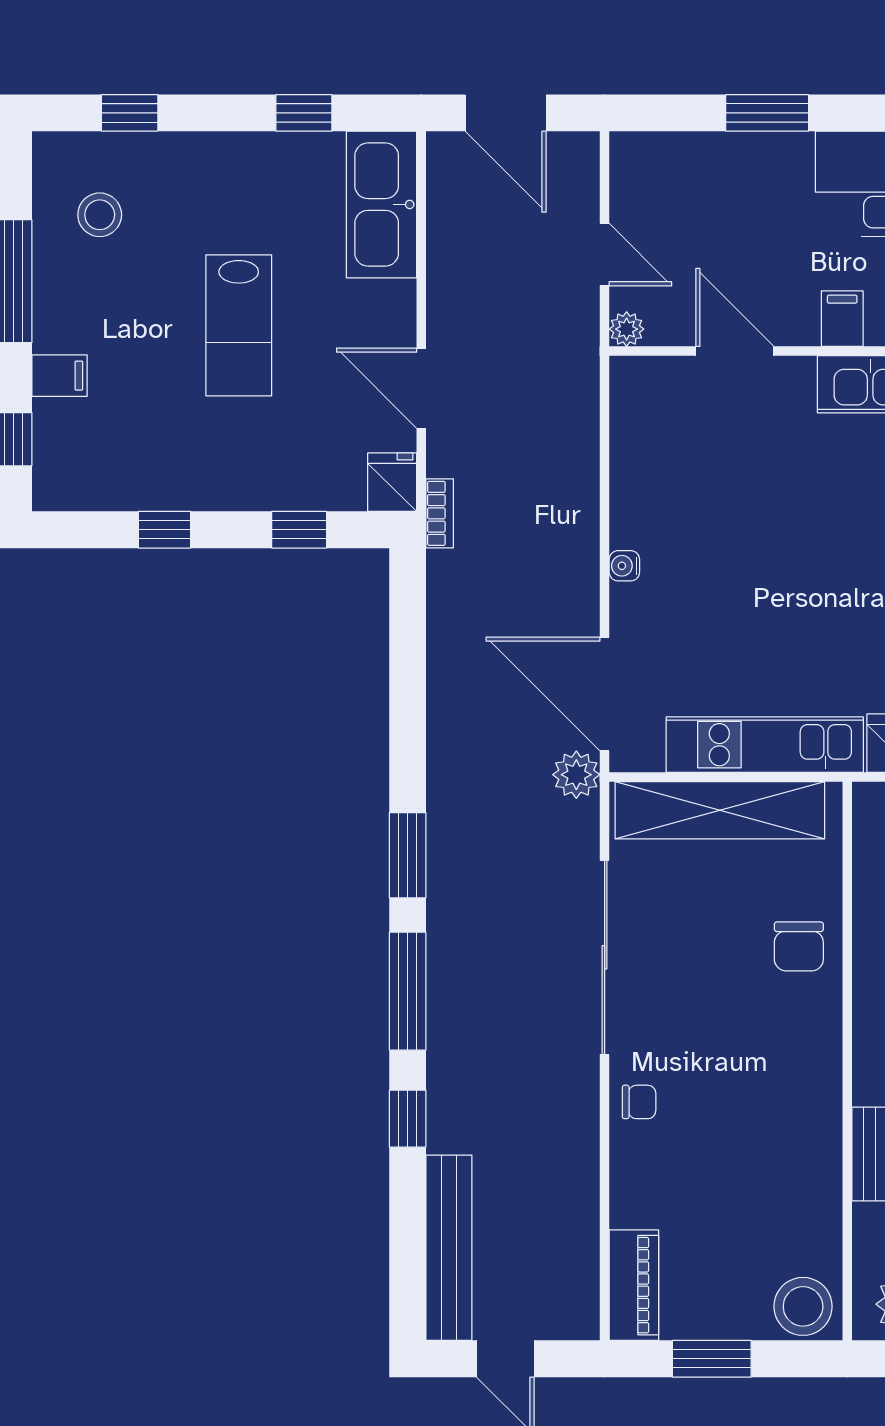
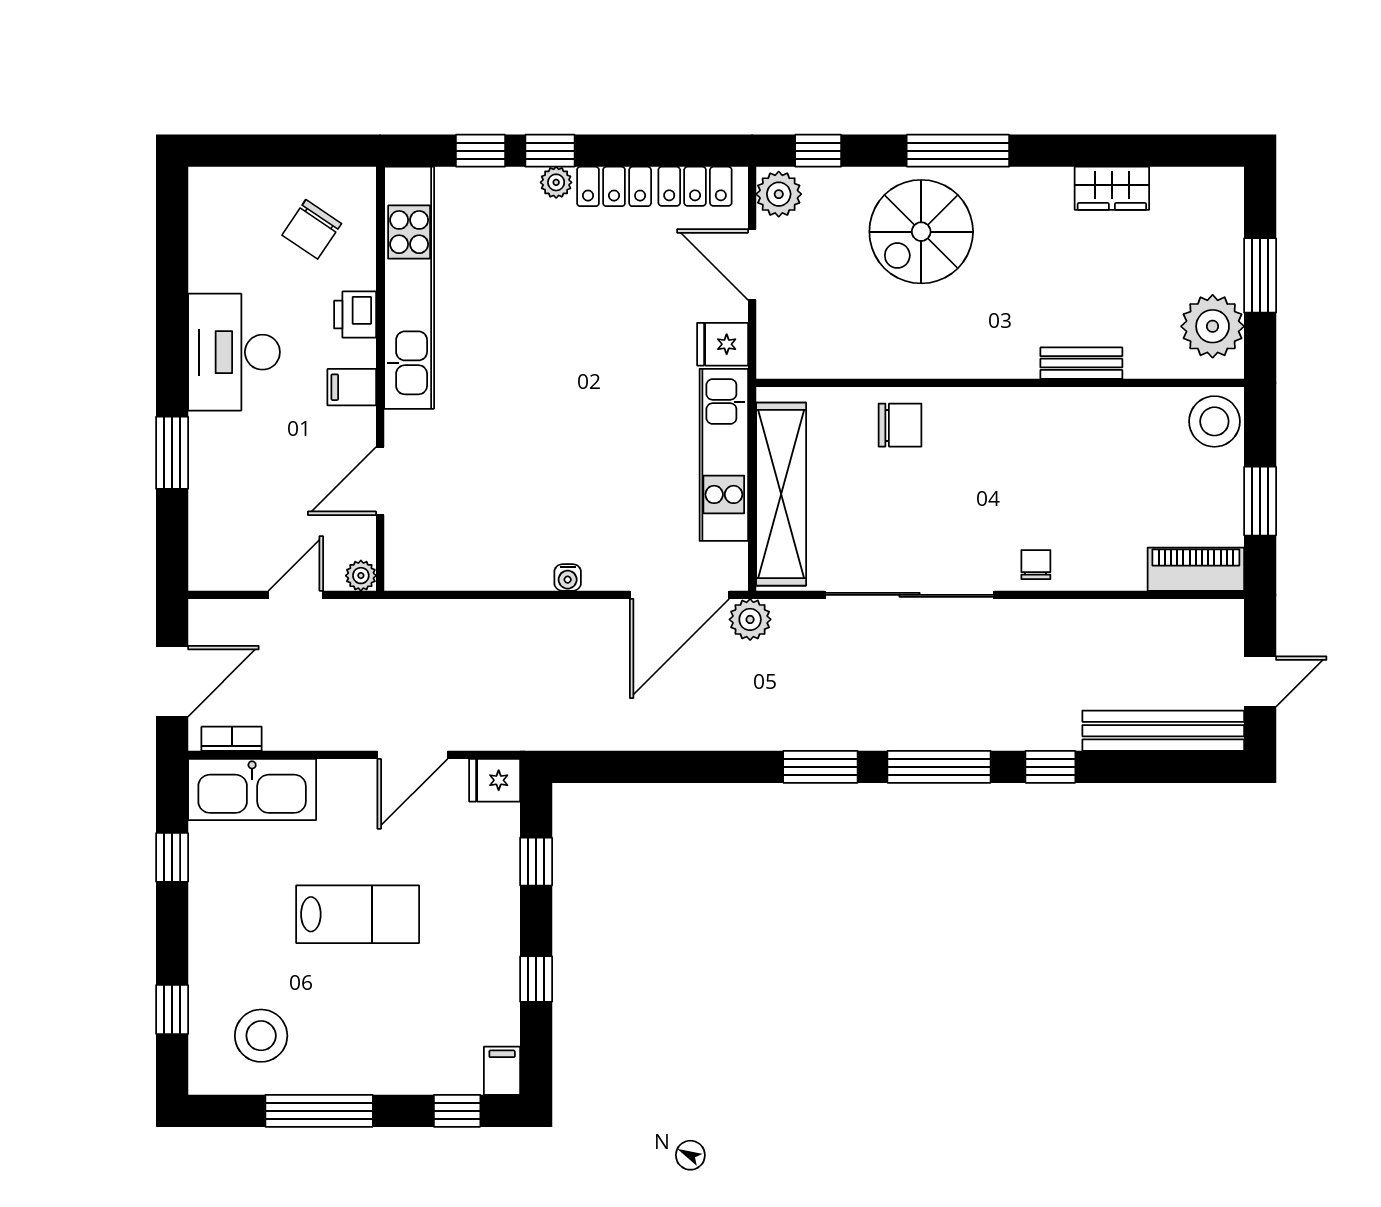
stool: (100, 215) -> (261, 1036), width x1.38, depth x1.38
filing cabinet: (60, 376) -> (502, 1071), moved
bookcase: (440, 513) -> (232, 739), moved

